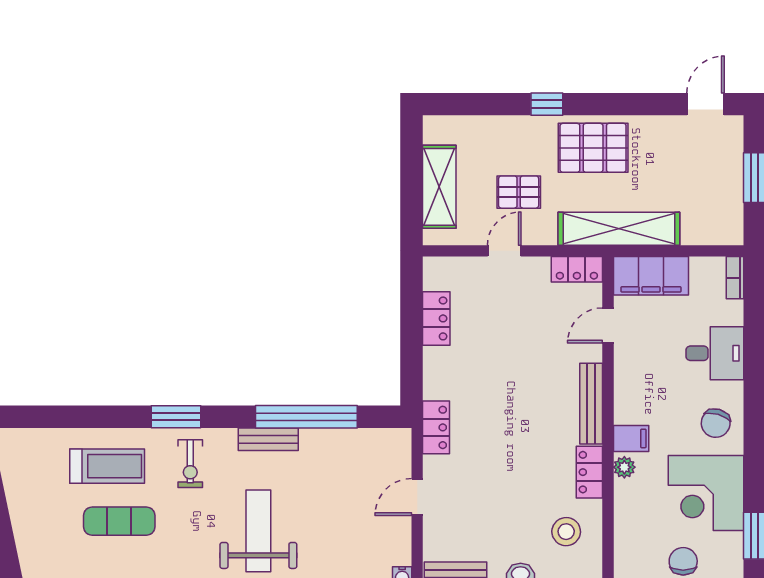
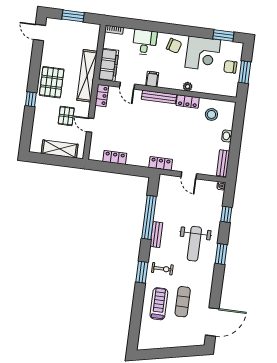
filing cabinet: (631, 438) -> (152, 79), moved
weight bench: (258, 531) -> (194, 244), turned -90

